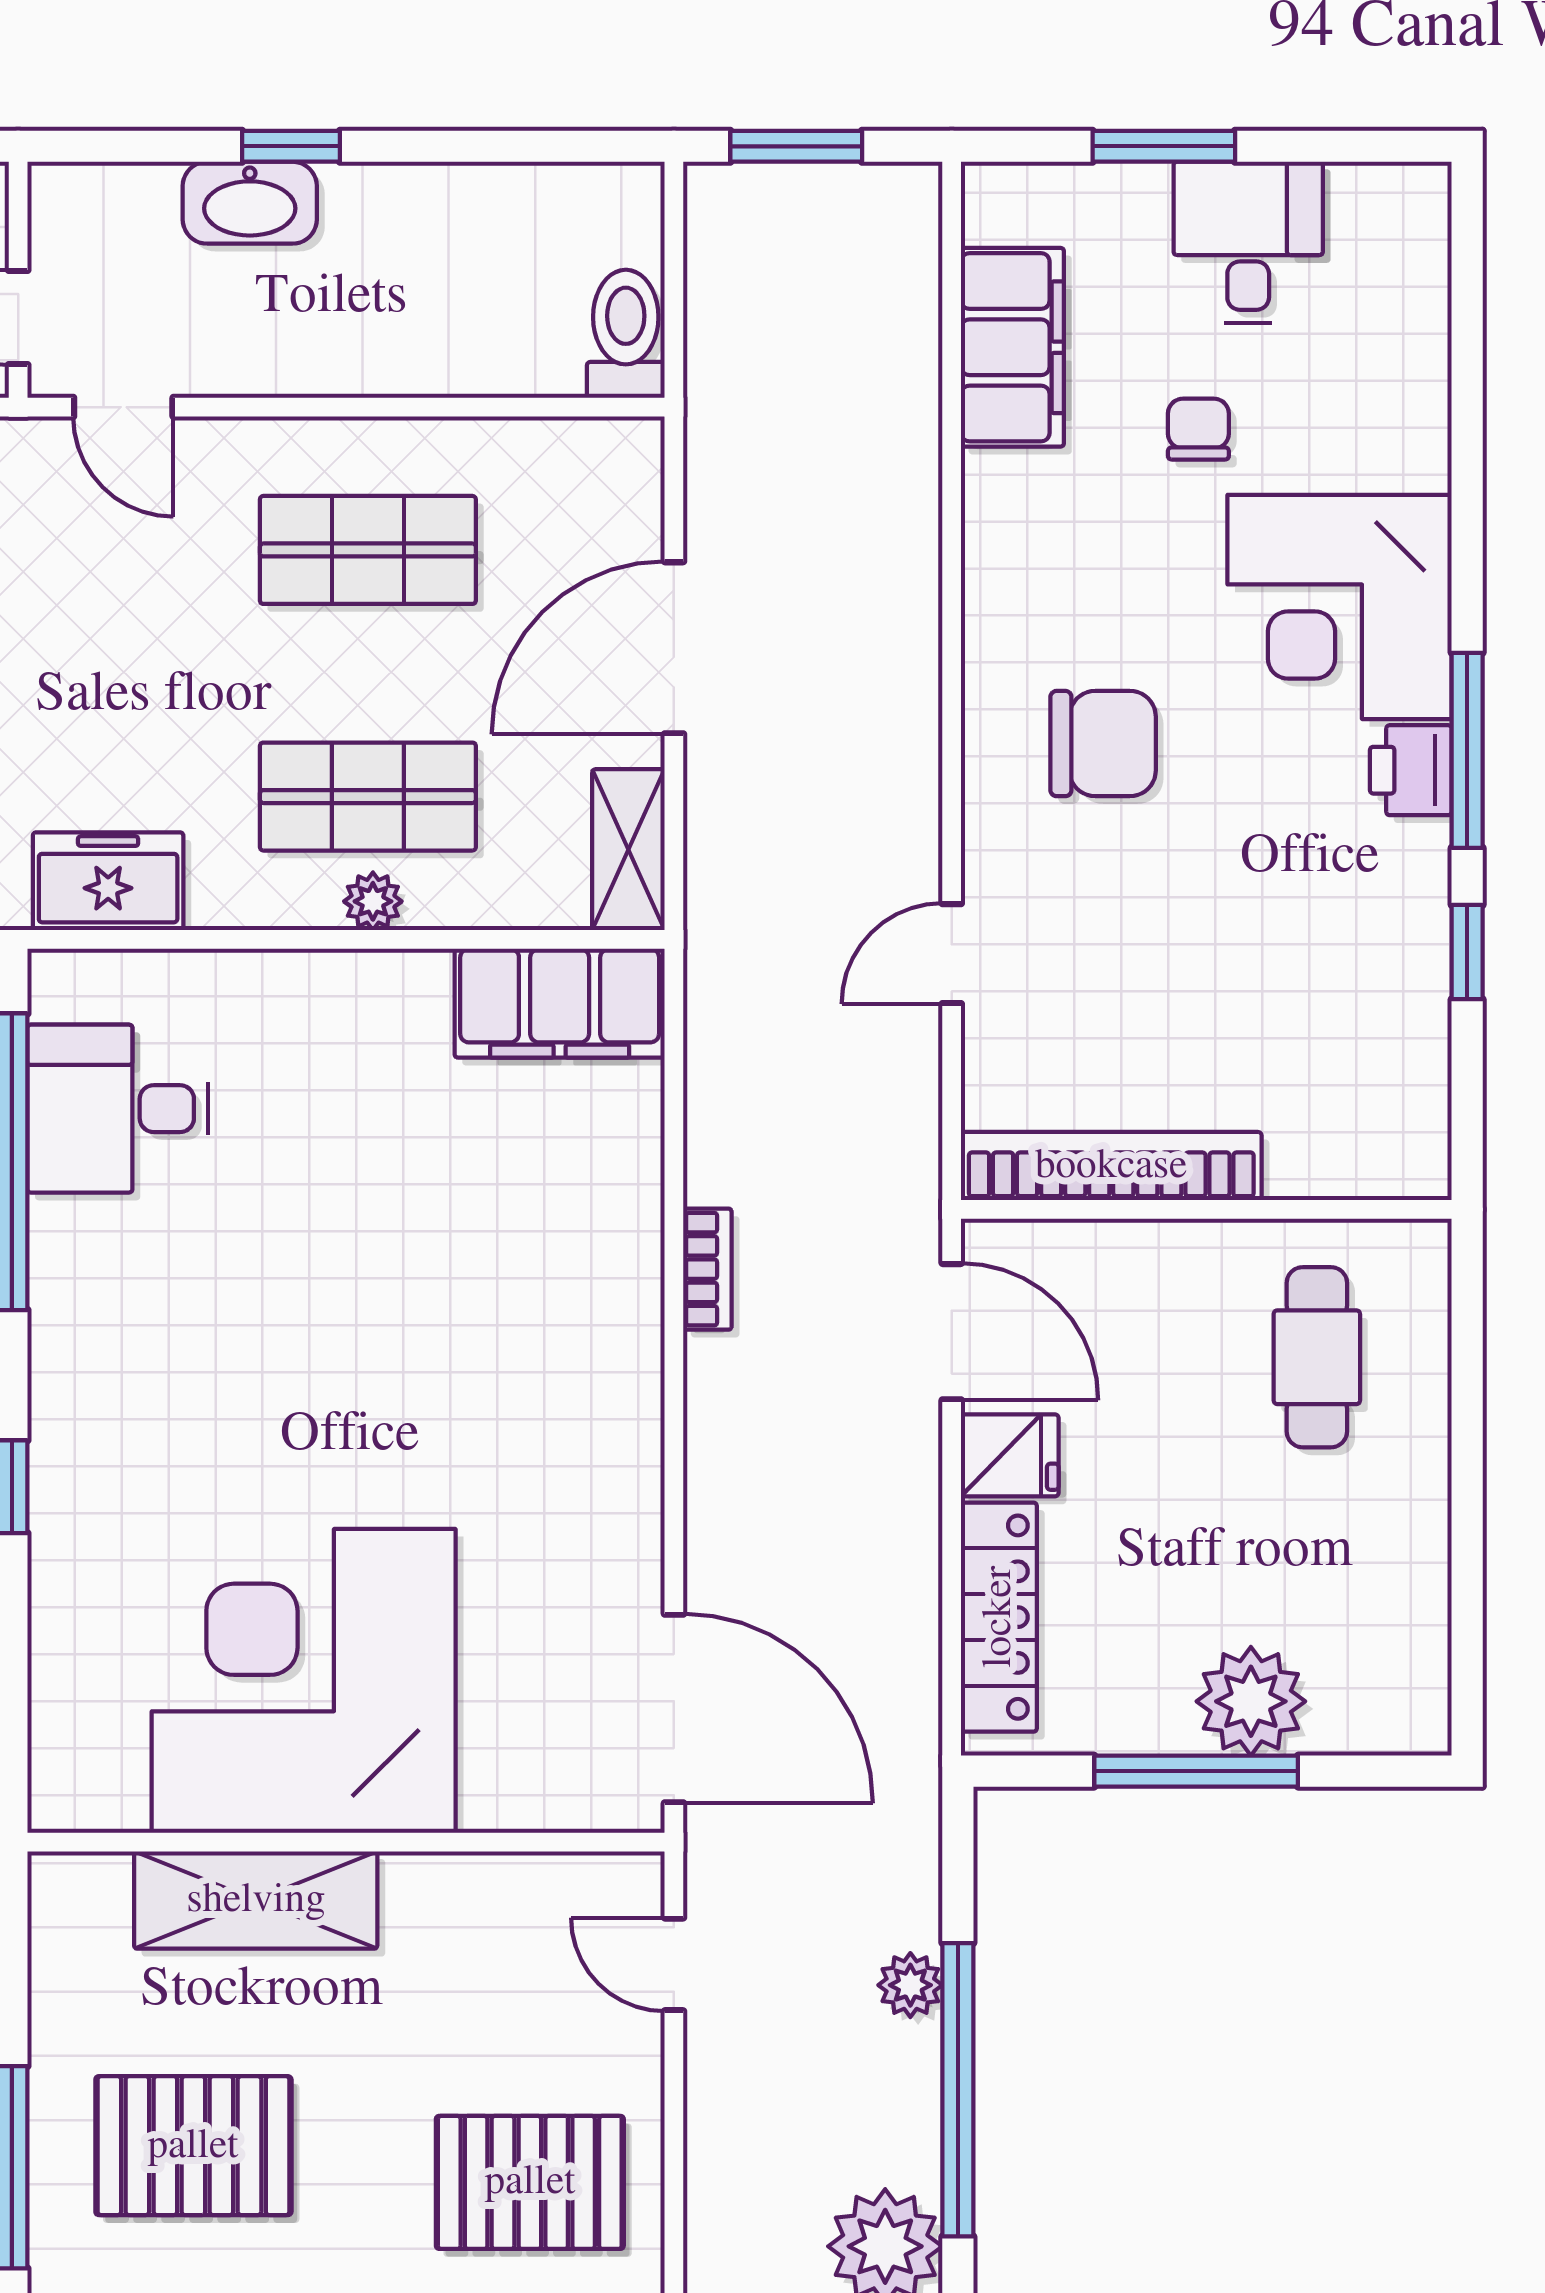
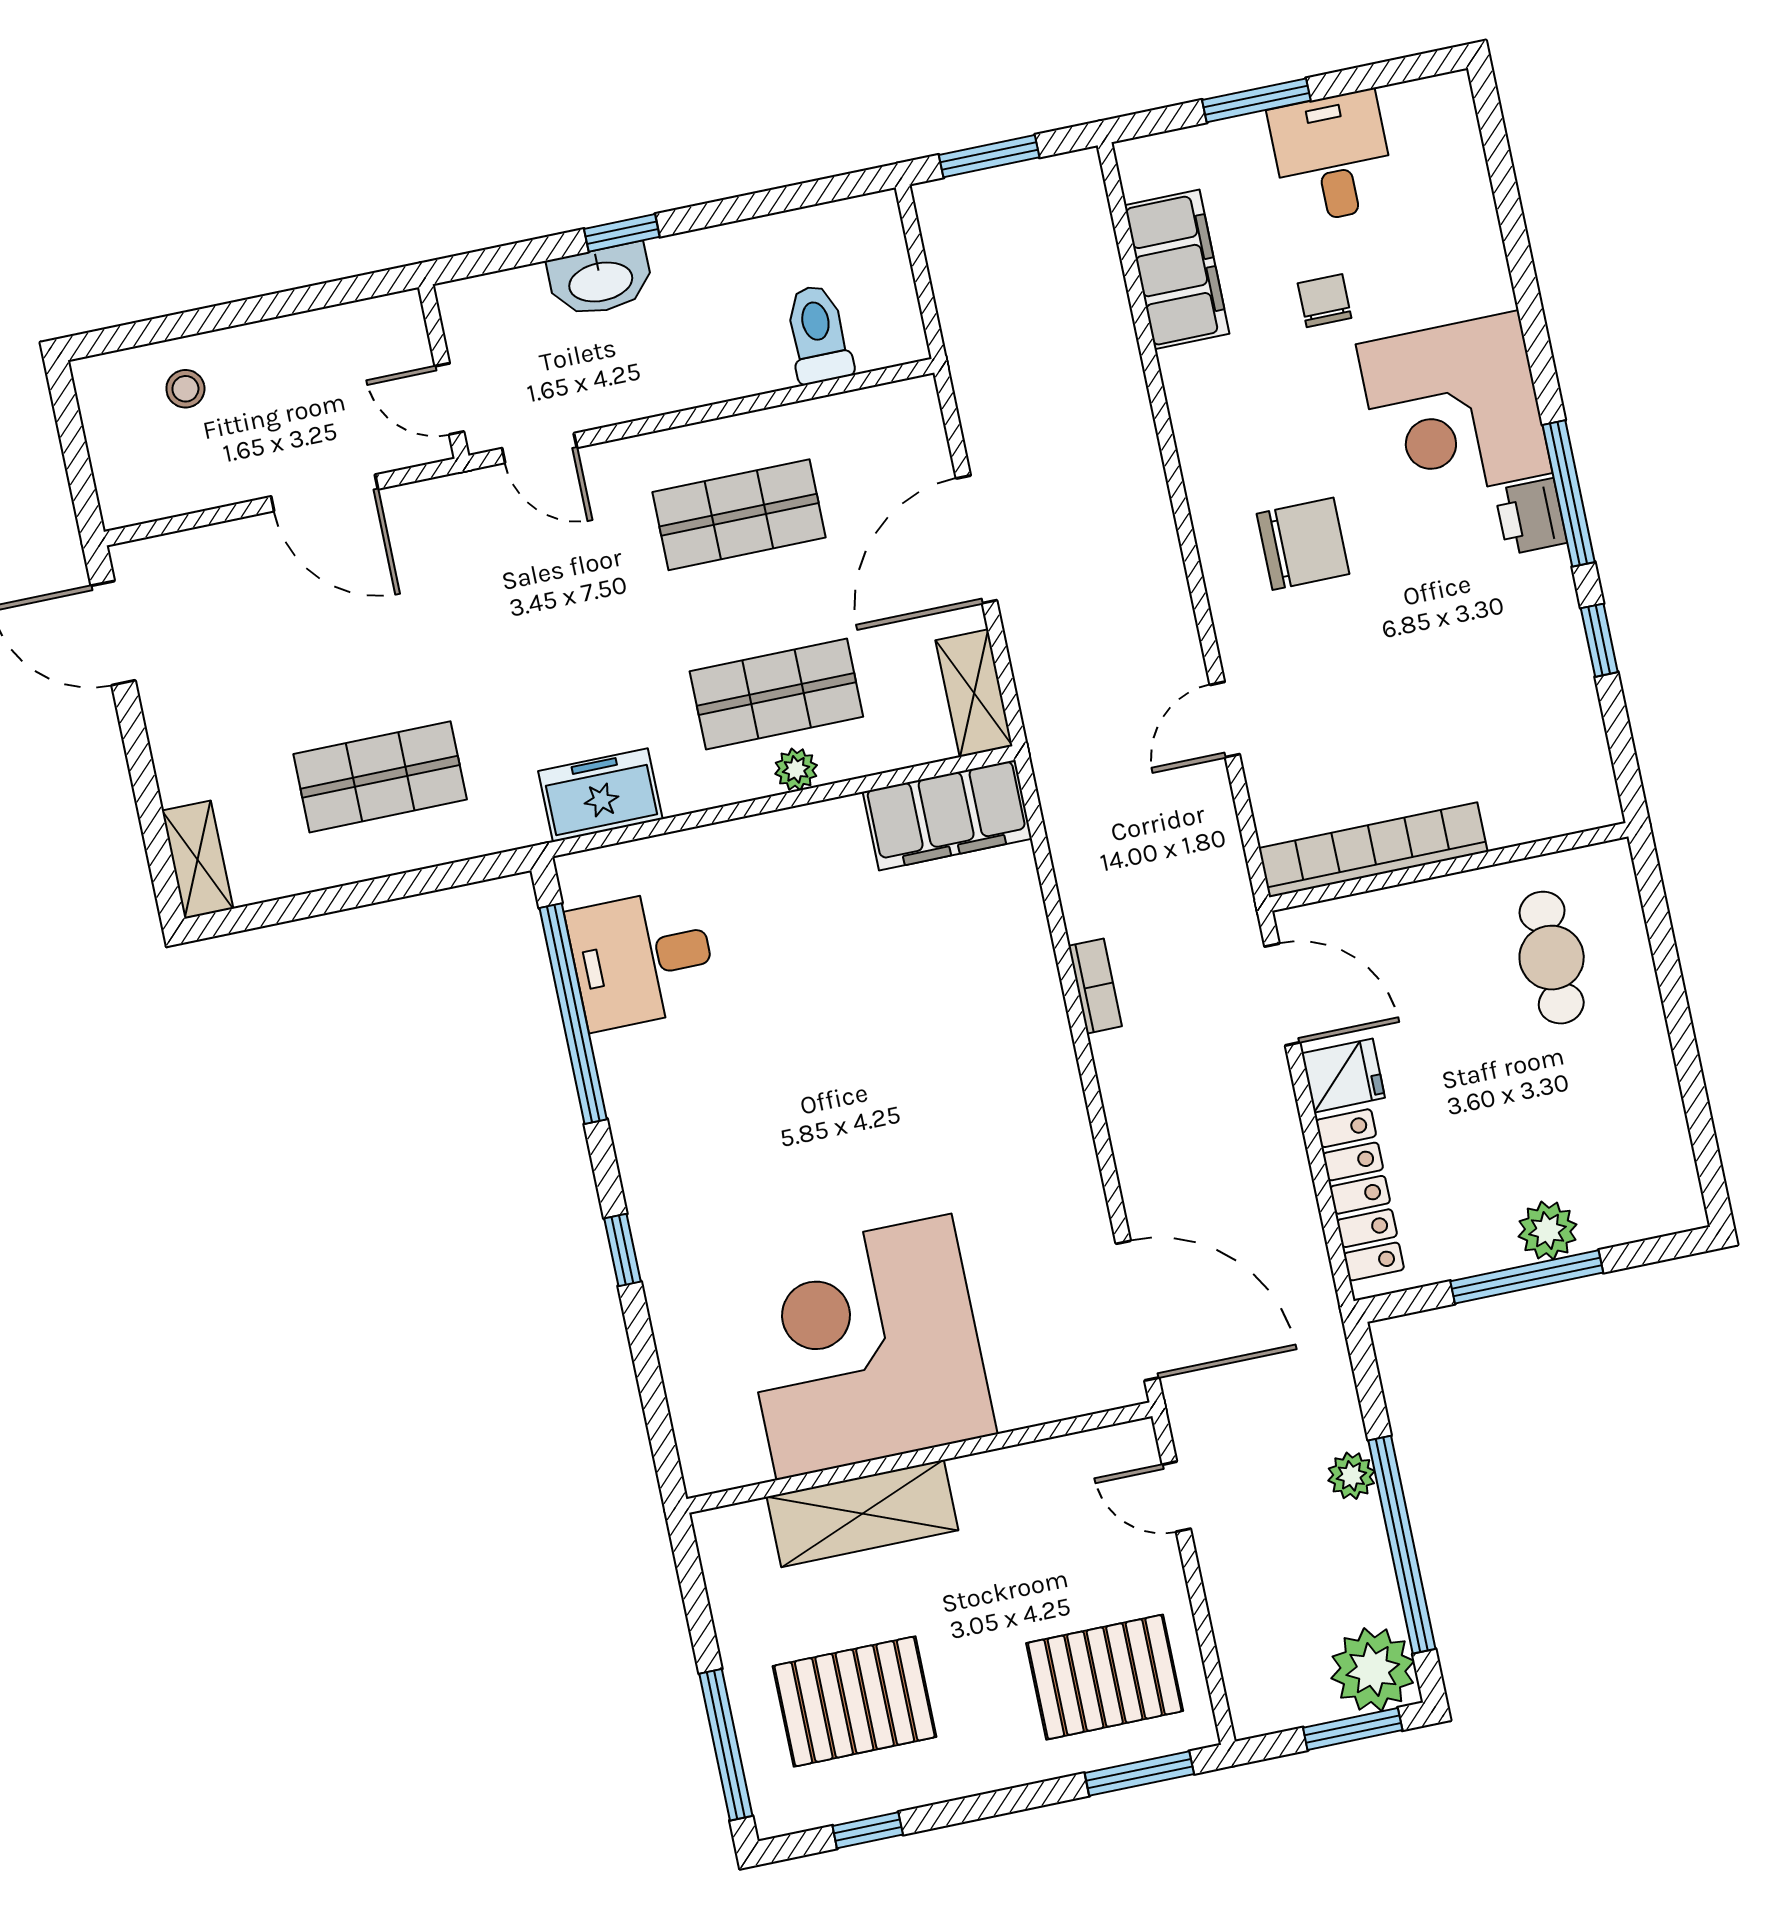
toilet: (626, 334) -> (818, 334), moved
plant: (1251, 1701) -> (1548, 1230), width x0.73, depth x0.73

